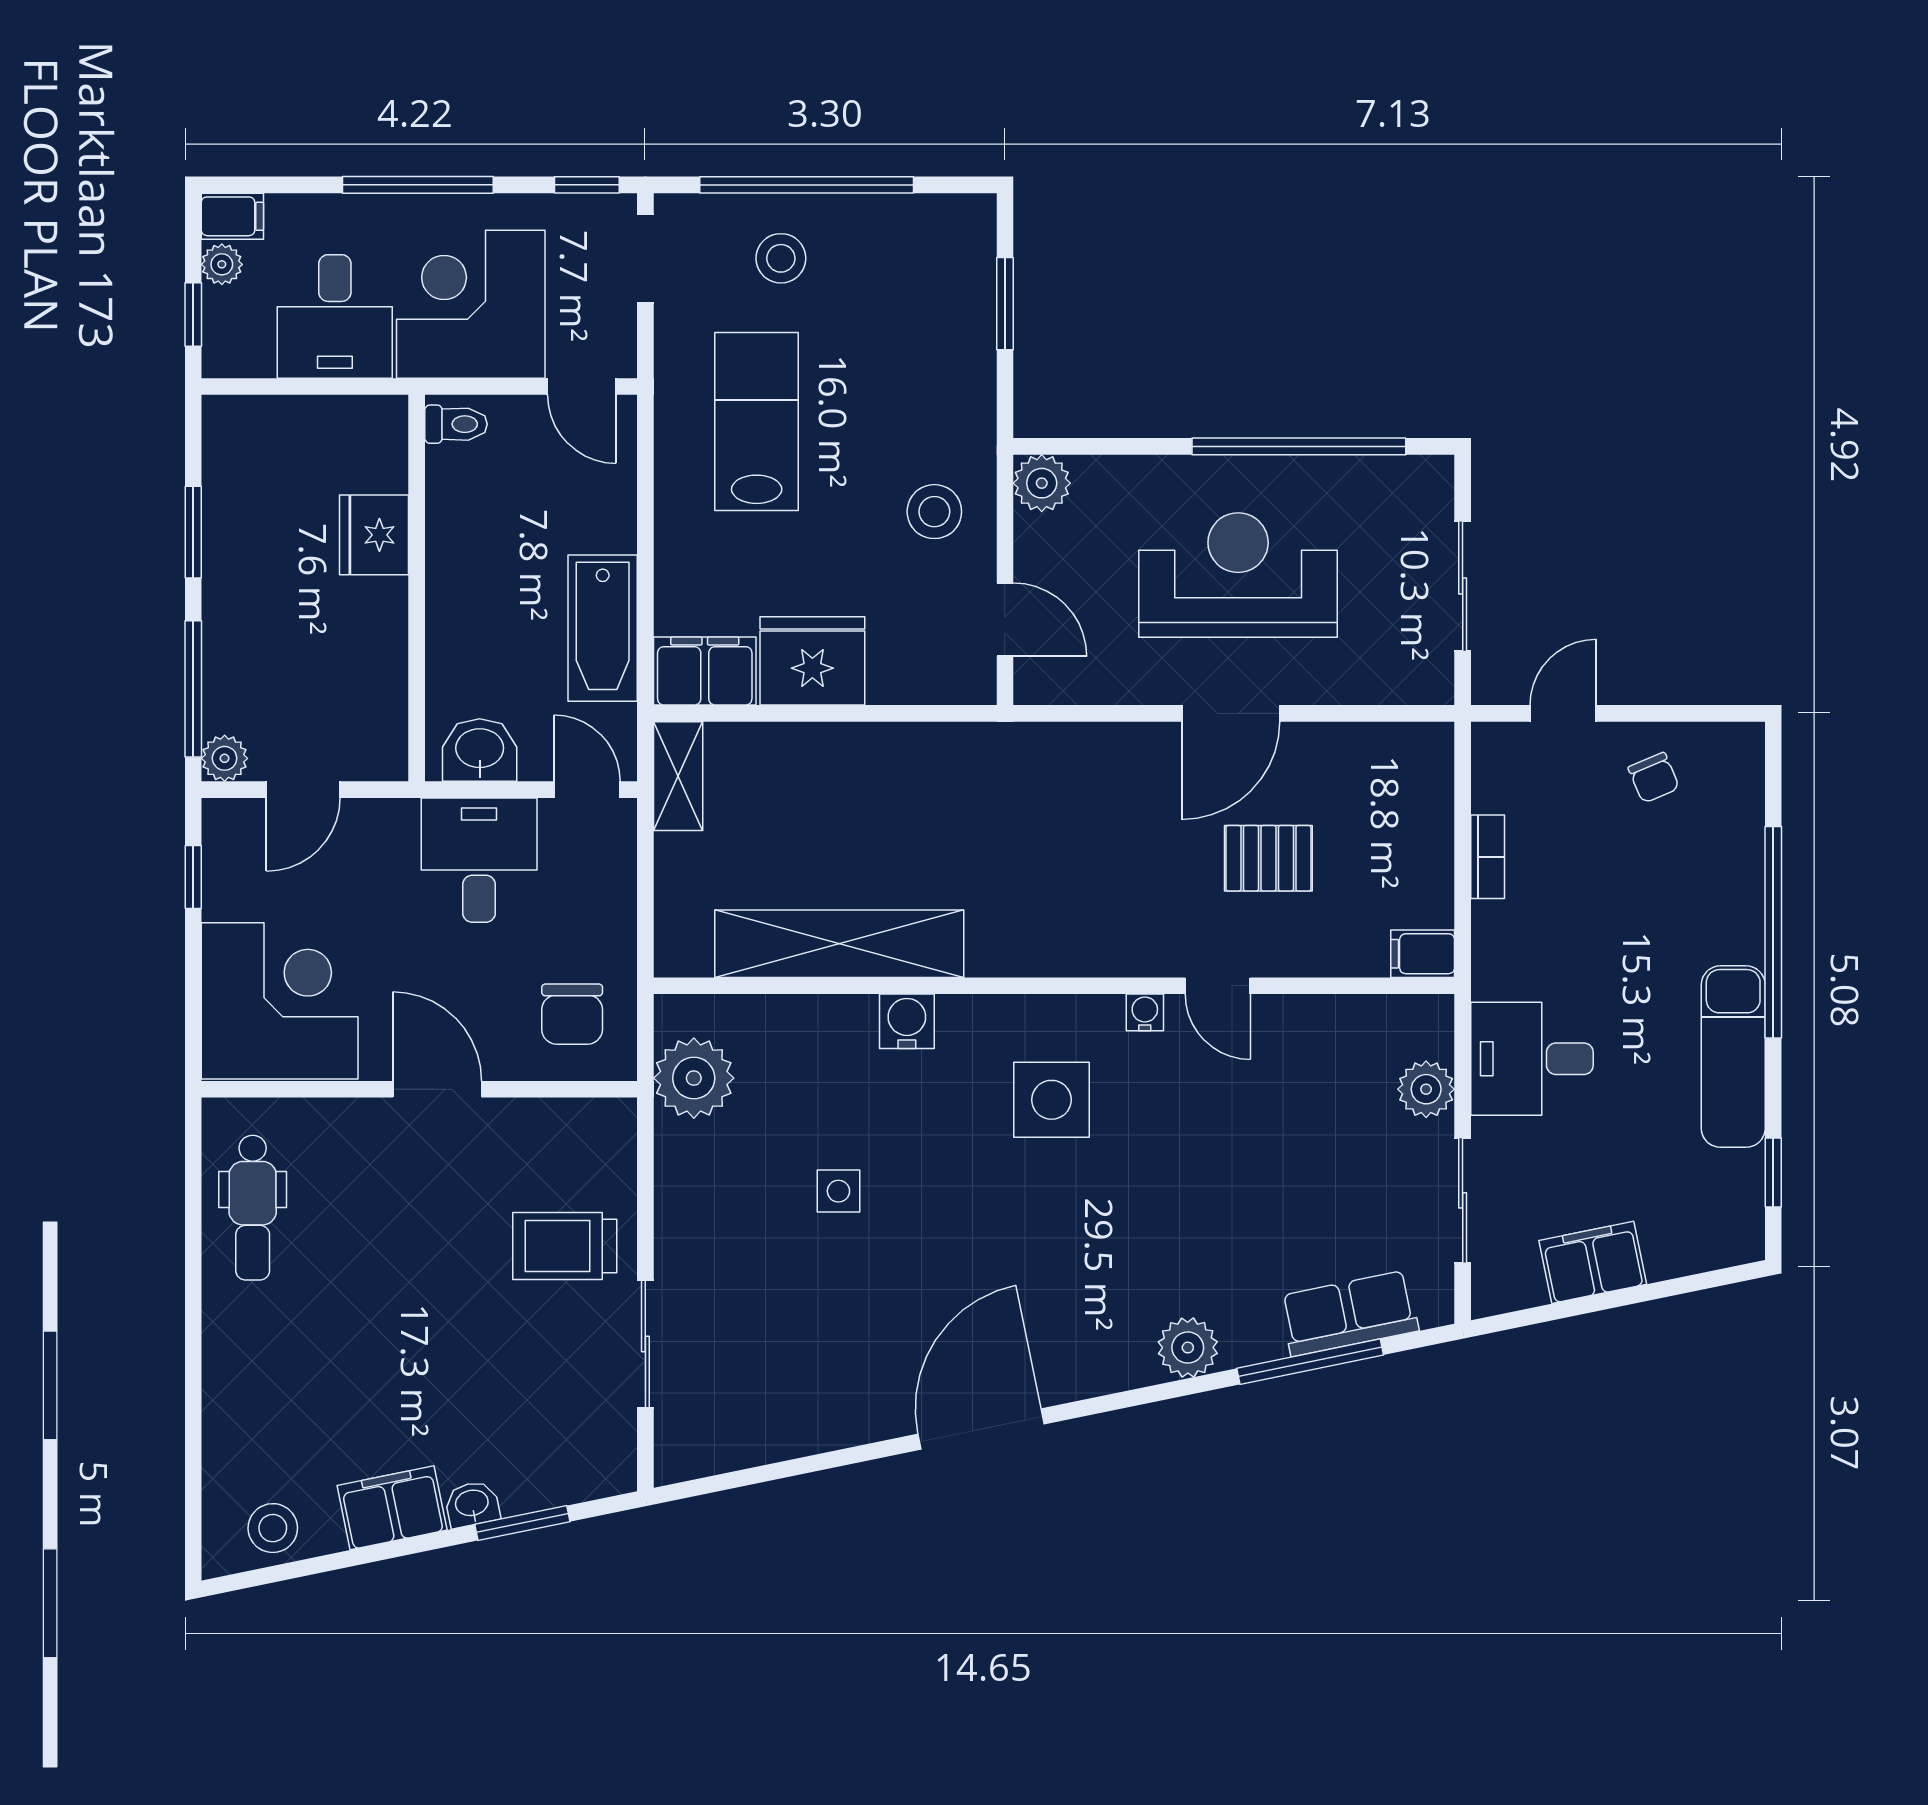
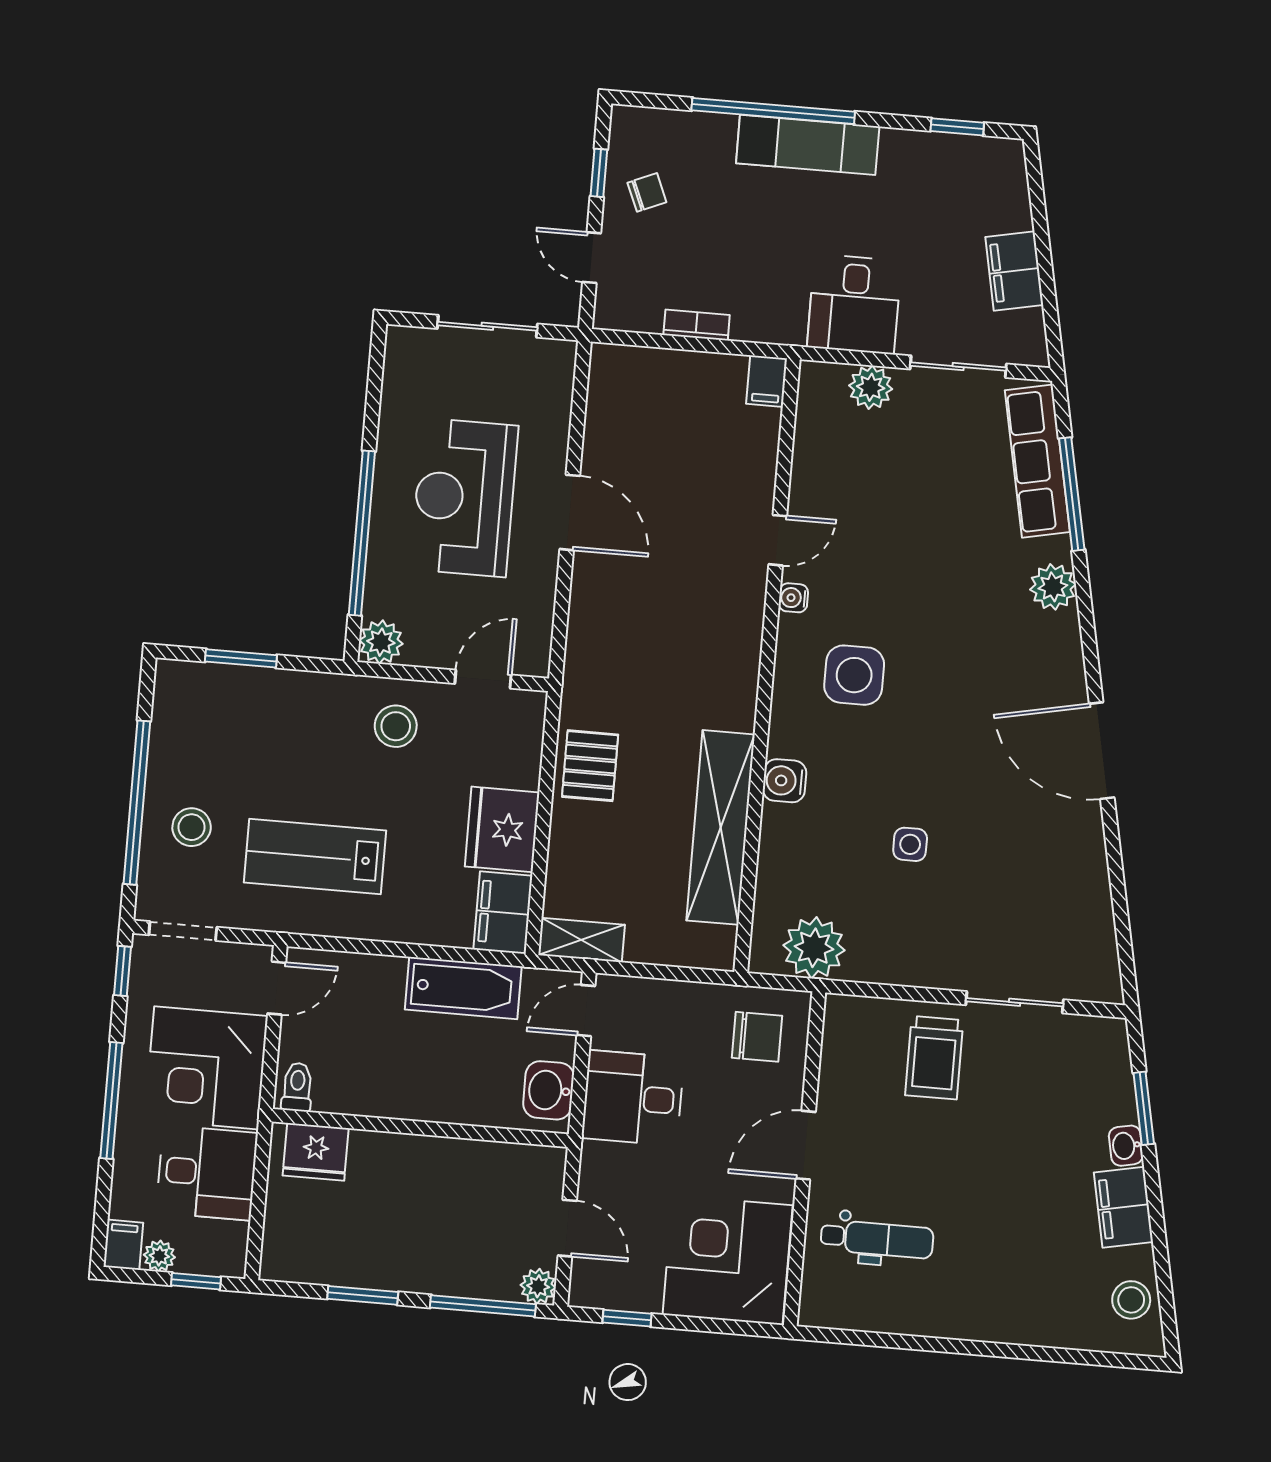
window: (1299, 446) -> (362, 533), moved
fridge: (374, 535) -> (316, 1152), moved
window: (1674, 713) -> (599, 173), added
pallet: (1268, 858) -> (590, 766), moved
exam couch: (1733, 1057) -> (808, 145), moved
dental chair: (253, 1208) -> (877, 1239), moved
row of seats: (1349, 1313) -> (1037, 461), width x1.48

